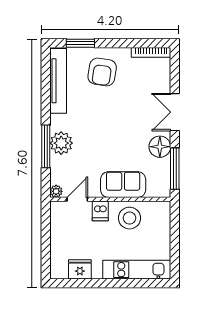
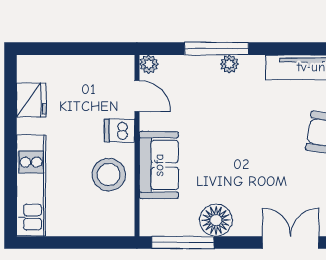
double door: (175, 112) -> (291, 242), moved
plant: (61, 143) -> (229, 64), width x0.53, depth x0.53

